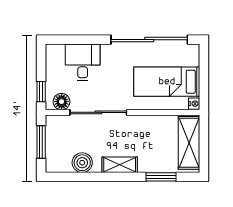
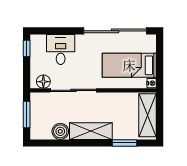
window: (41, 92) -> (27, 48), moved
shelving: (120, 165) -> (91, 131), width x1.50, depth x1.33

